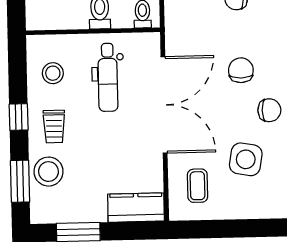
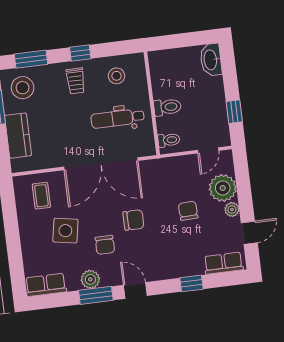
trolley: (54, 126) -> (76, 81), turned -90
stool: (49, 172) -> (23, 88), moved
coffee table: (198, 186) -> (41, 196), turned 90
kitchen counter: (136, 208) -> (18, 136), moved

